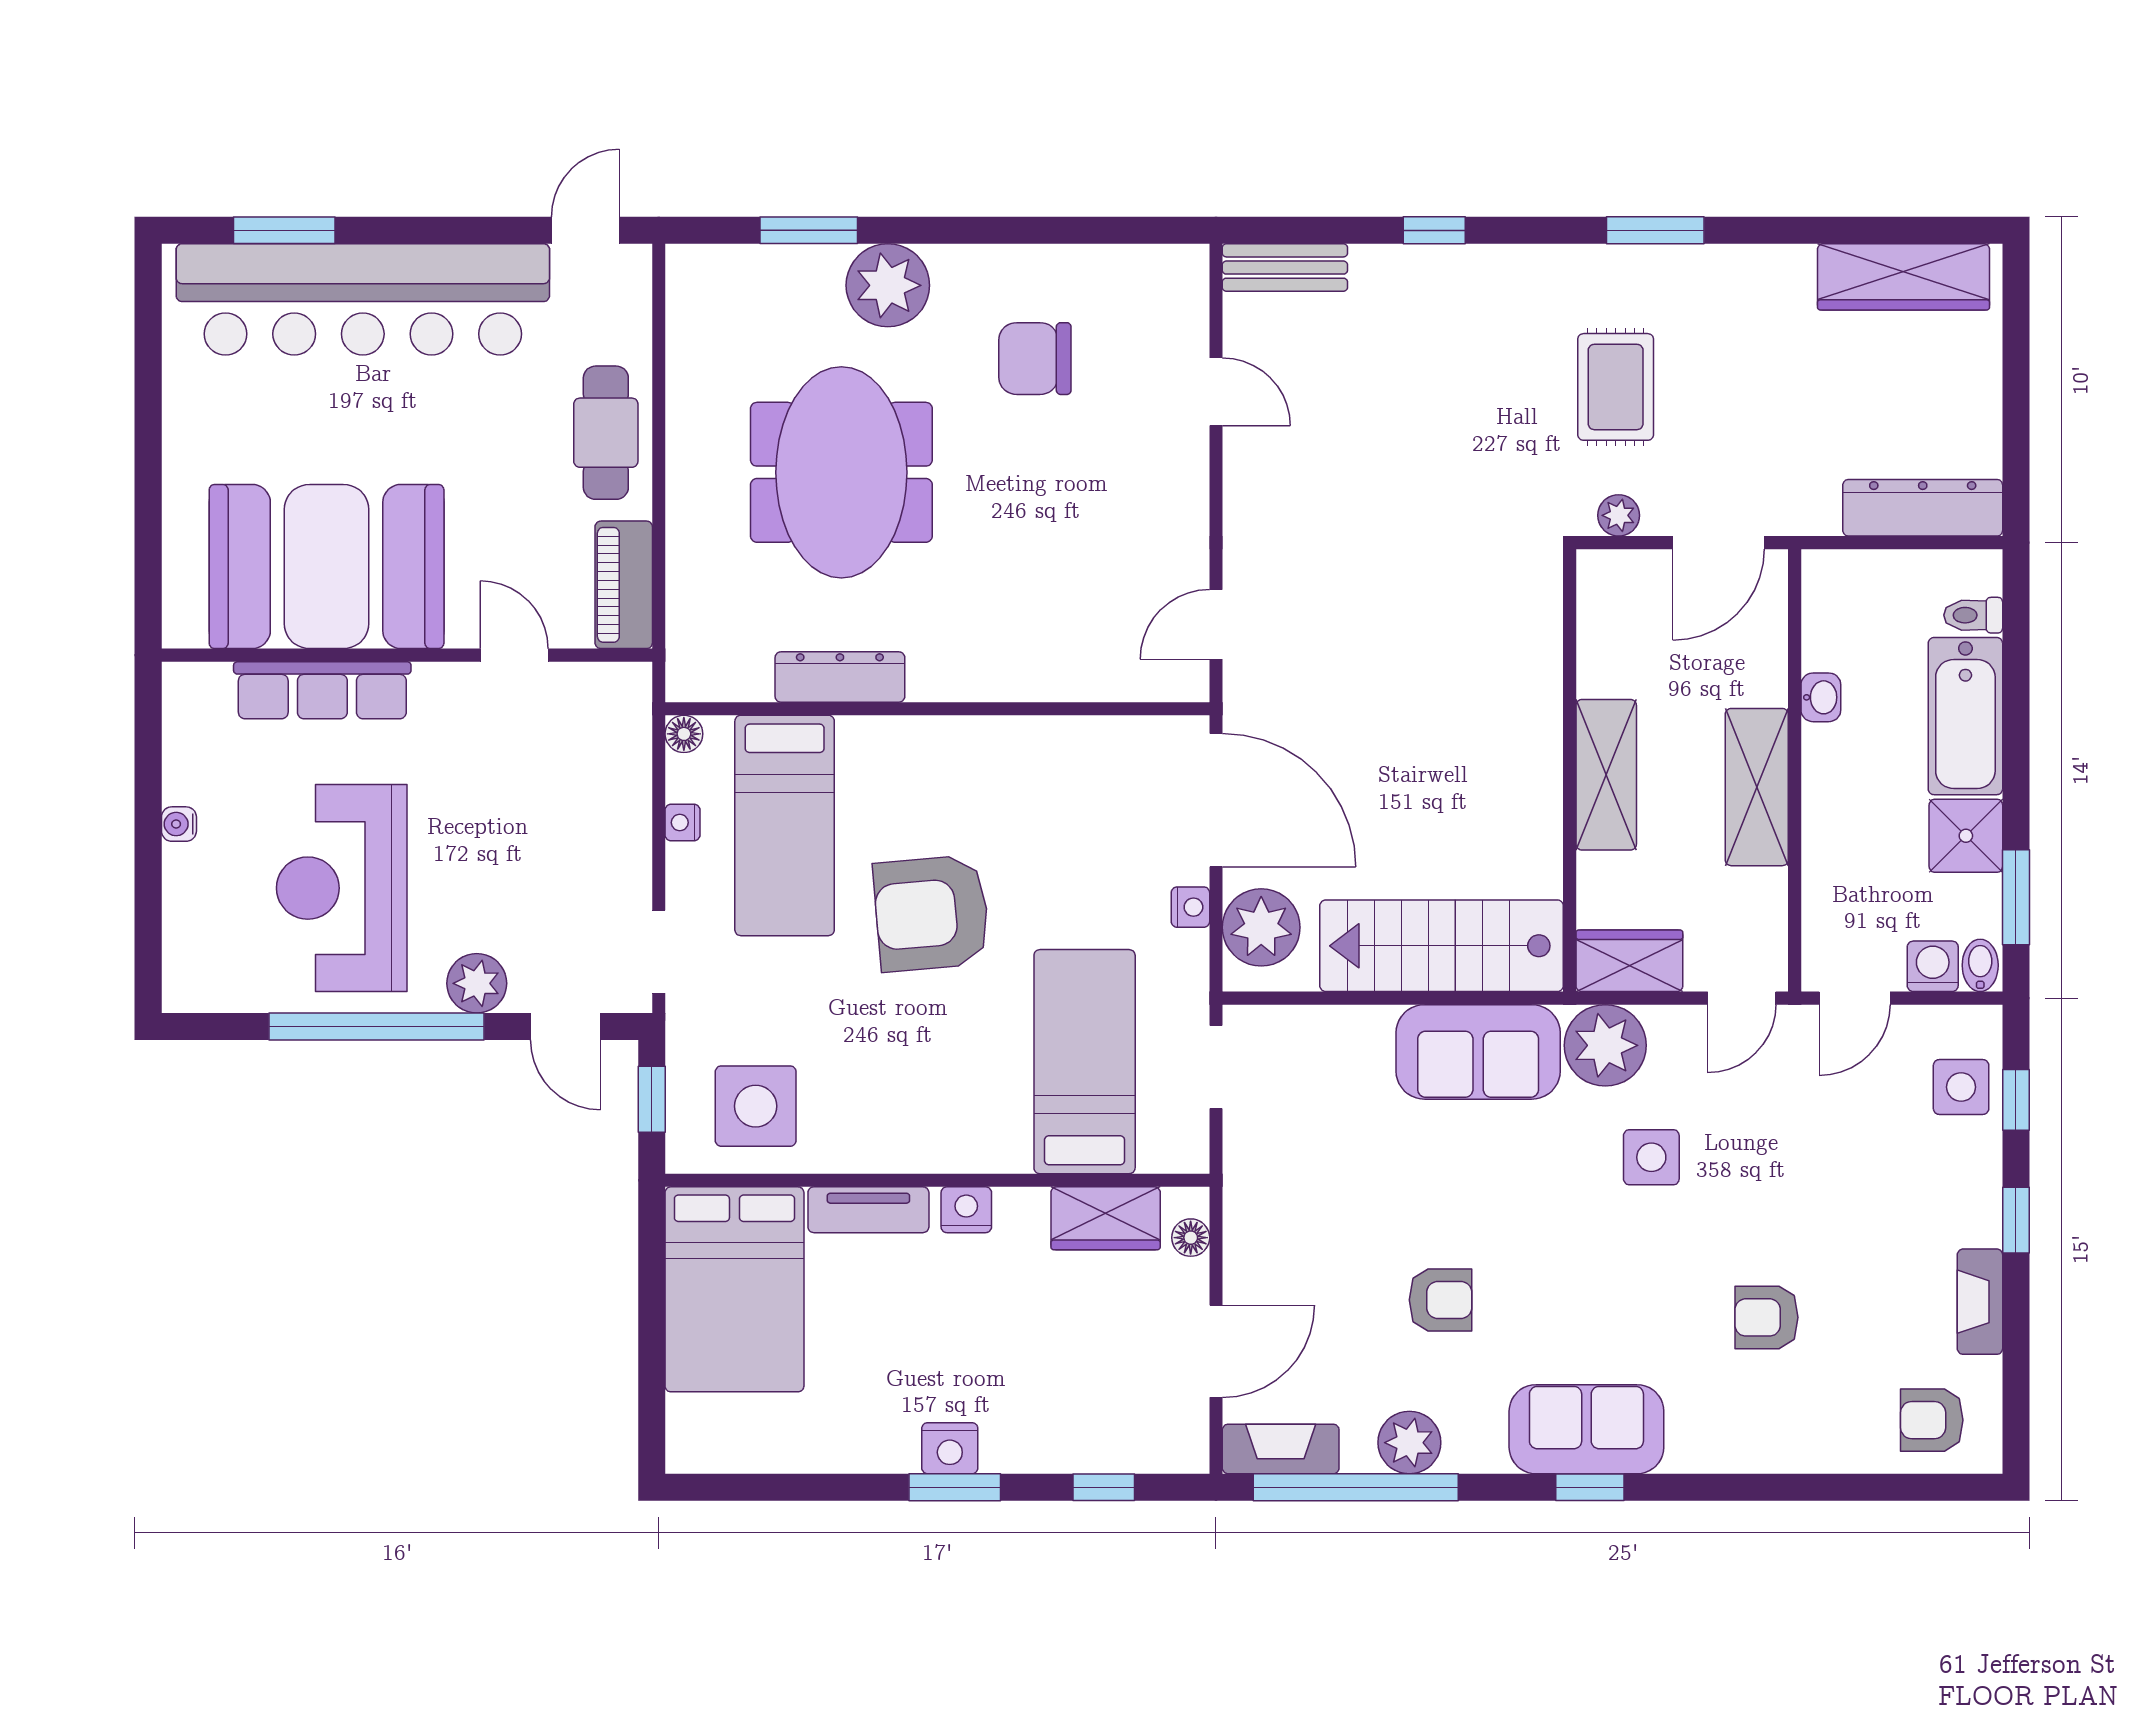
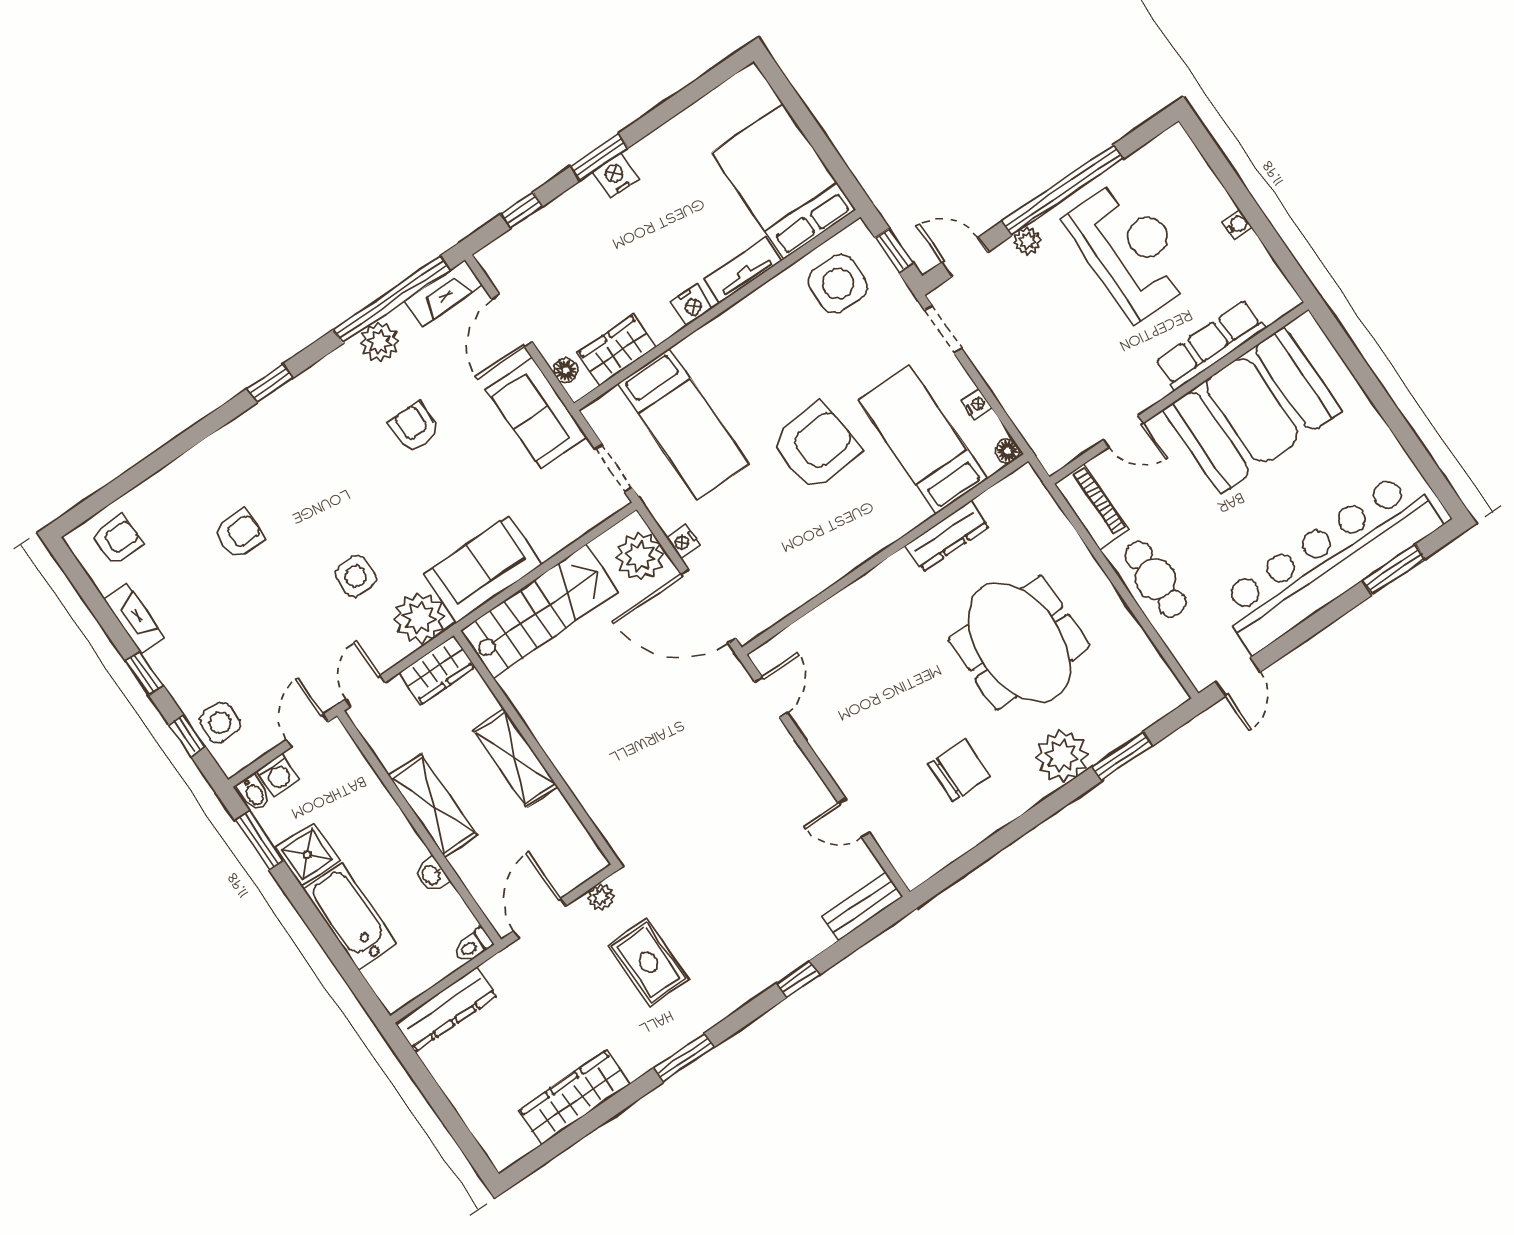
wardrobe: (1904, 277) -> (574, 1097), moved
toilet: (1973, 615) -> (473, 946), moved, turned 180
plant: (477, 983) -> (1027, 241), width x0.73, depth x0.73
armchair: (1441, 1300) -> (414, 427), turned 90
sofa: (1586, 1429) -> (537, 413), moved, turned 90

